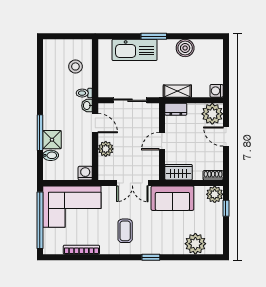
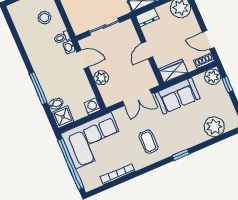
door: (226, 137) -> (208, 40), moved
shower: (52, 140) -> (63, 117), moved

